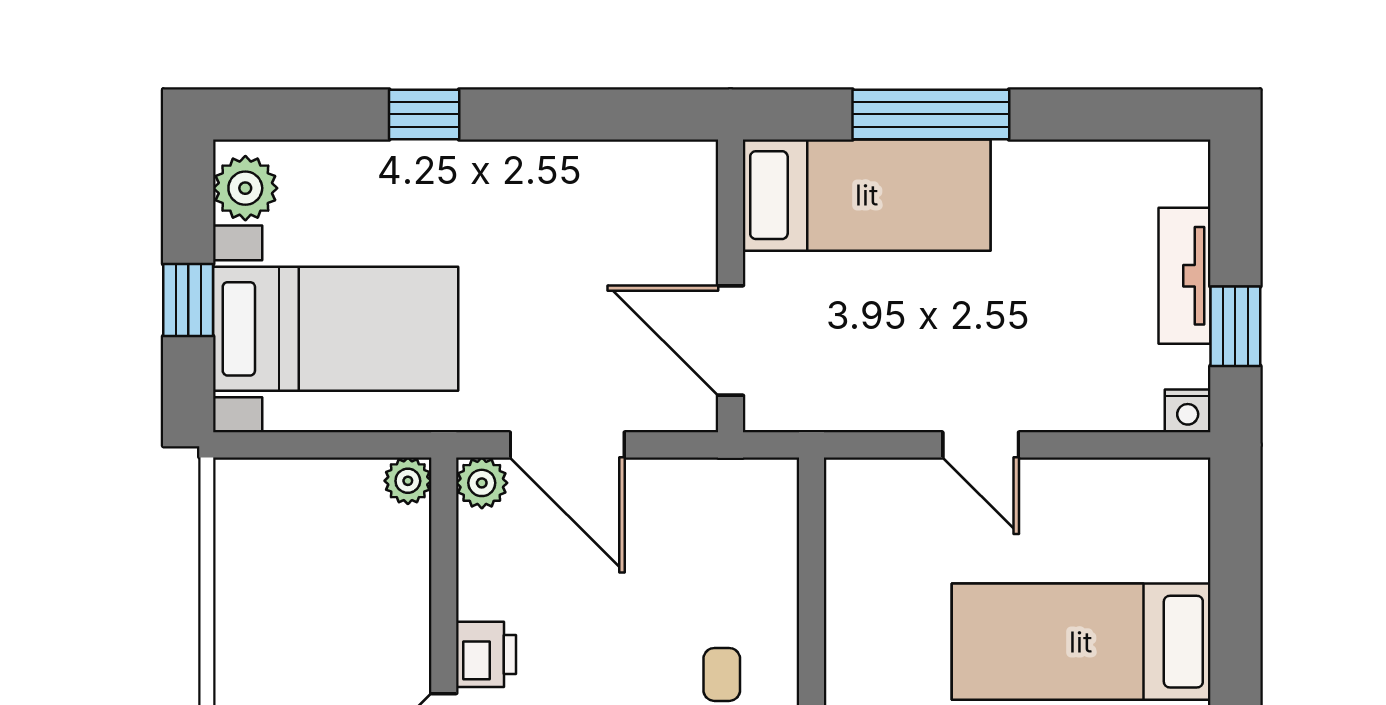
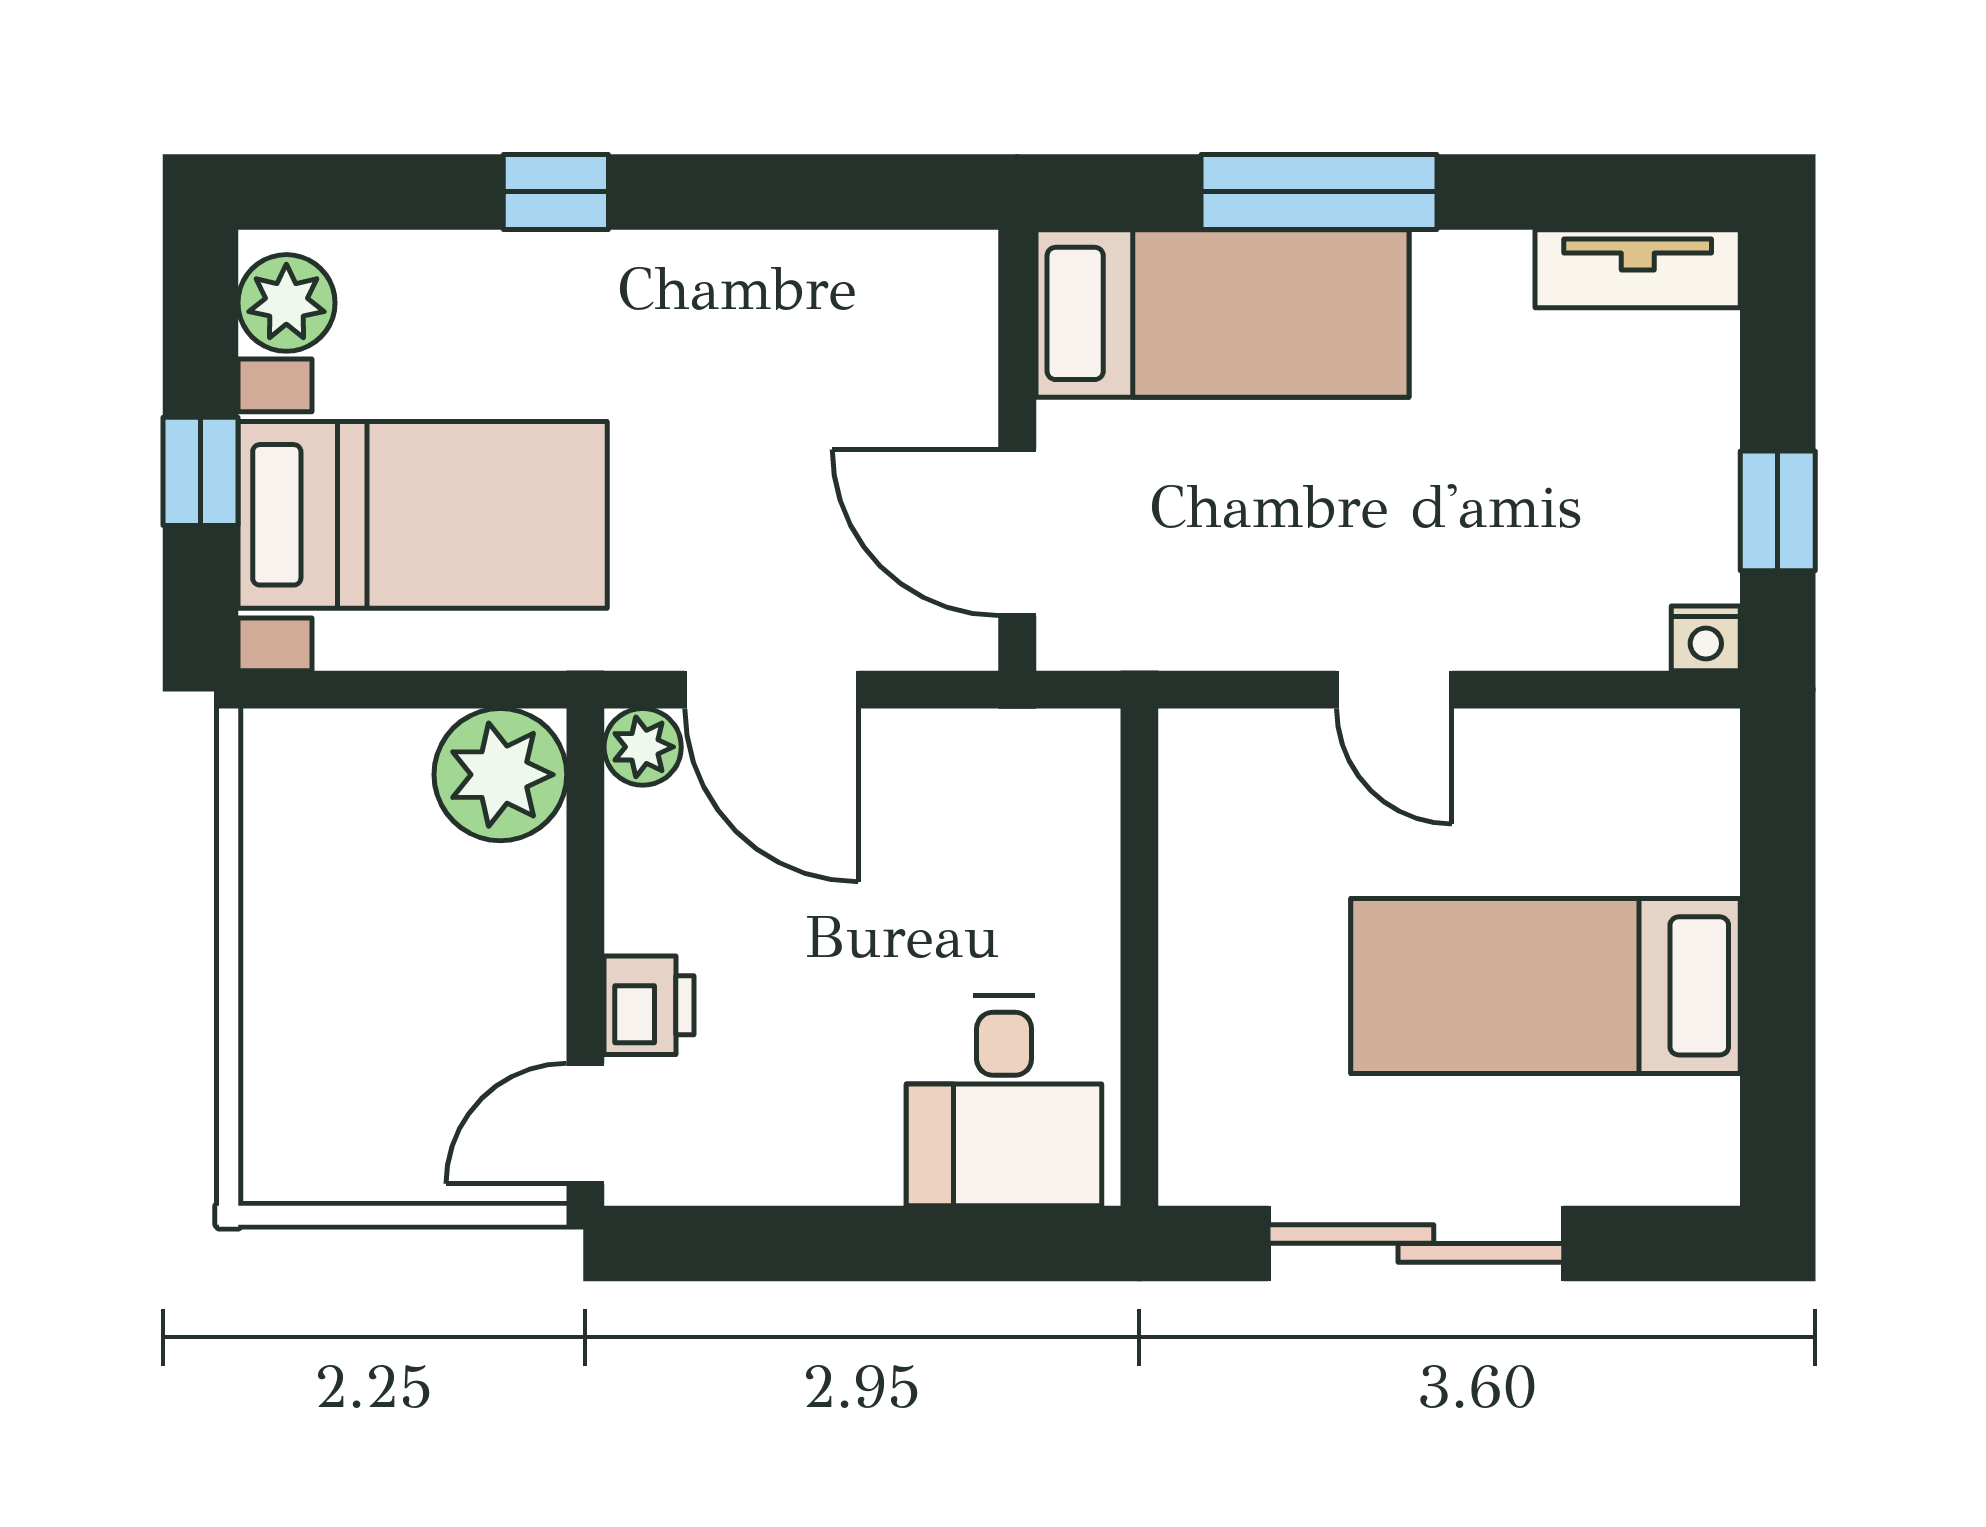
tv unit: (1185, 276) -> (1638, 269), moved, turned -90
plant: (408, 481) -> (500, 775), width x1.88, depth x1.88

